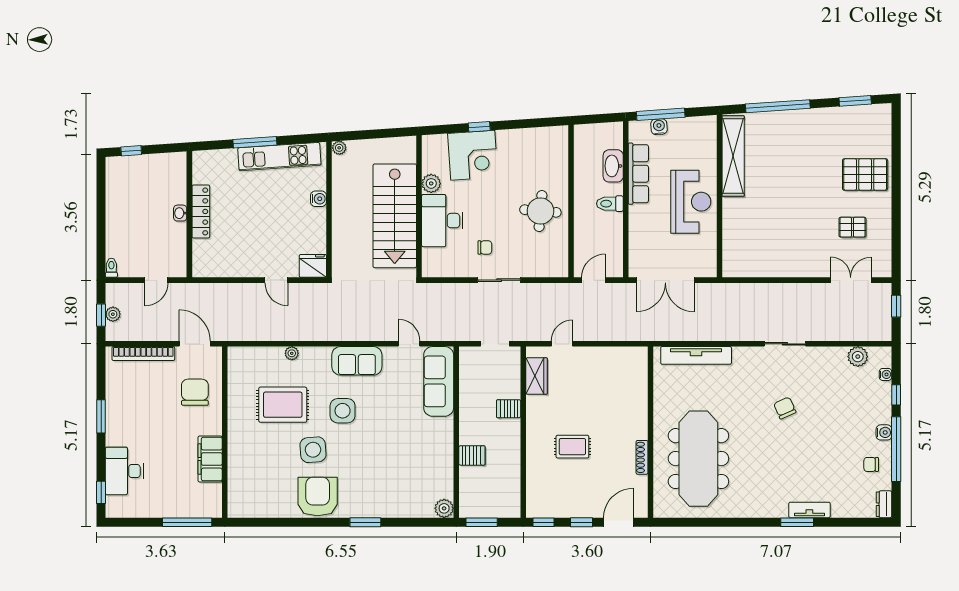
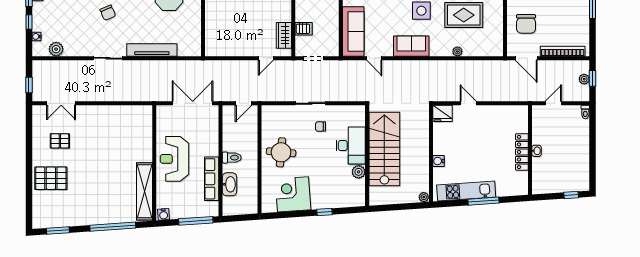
water cooler: (659, 127) -> (164, 214), moved
corner desk: (473, 155) -> (293, 194), moved
tv unit: (696, 355) -> (152, 50), moved
server rack: (509, 409) -> (304, 29), moved

